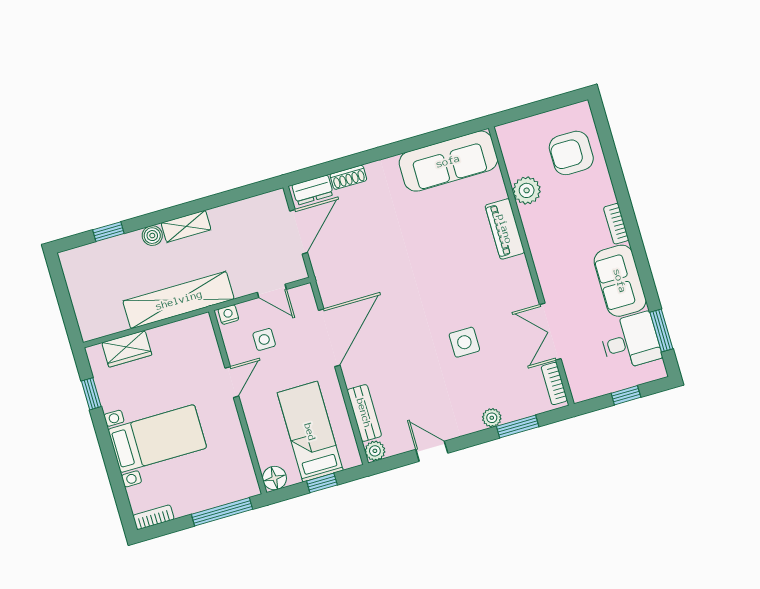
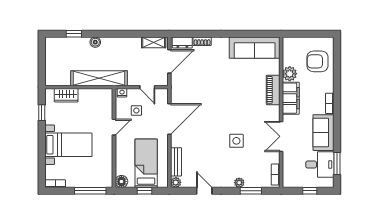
shelving: (186, 226) -> (154, 42), moved
filing cabinet: (542, 235) -> (291, 98), added
double door: (550, 332) -> (281, 136), moved

